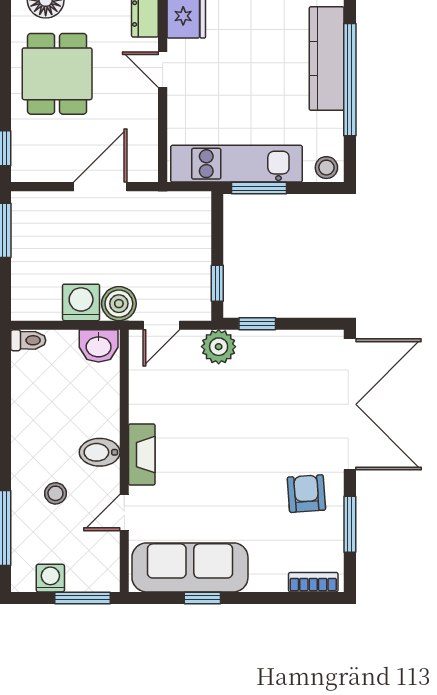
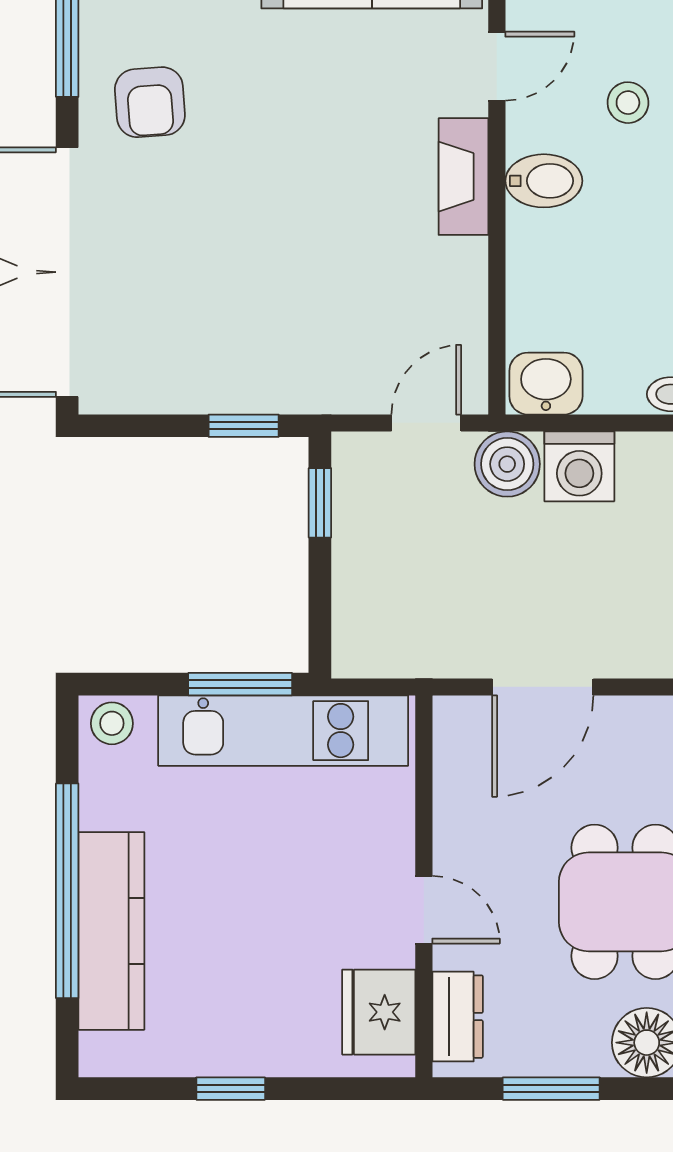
plant: (219, 347) -> (317, 382), removed

